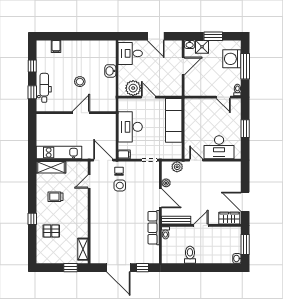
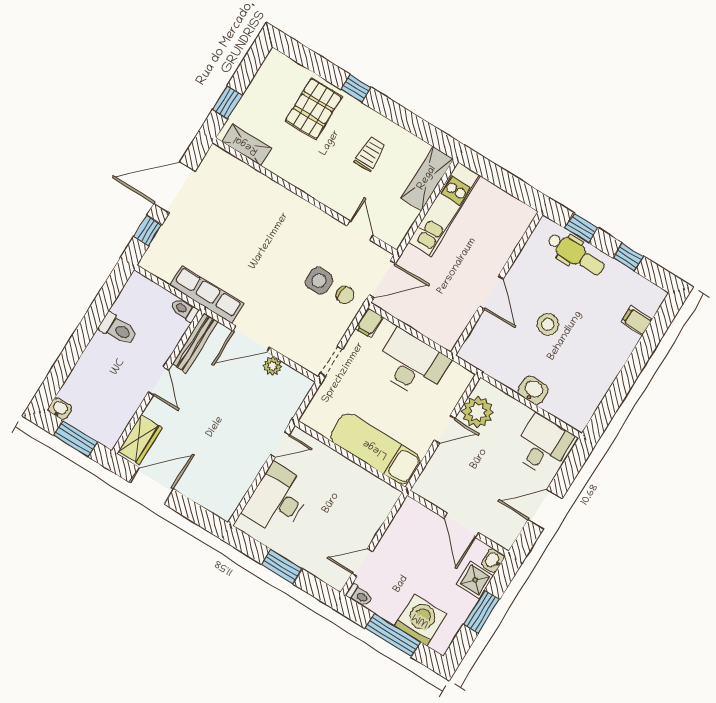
plant: (177, 167) -> (289, 403), removed
pallet: (51, 231) -> (314, 109), width x1.50, depth x1.42

